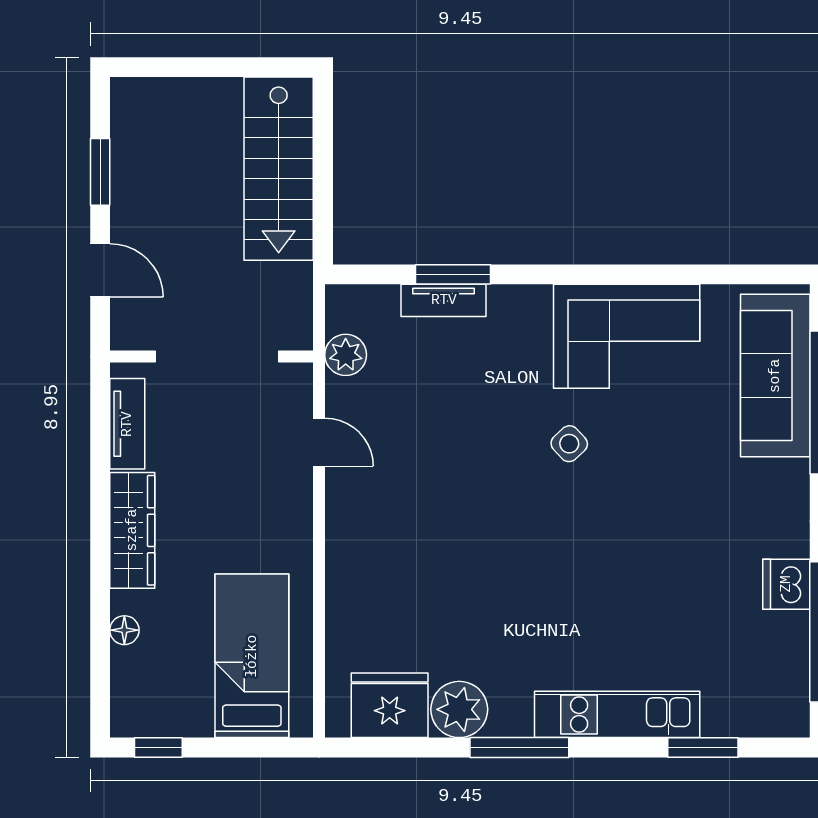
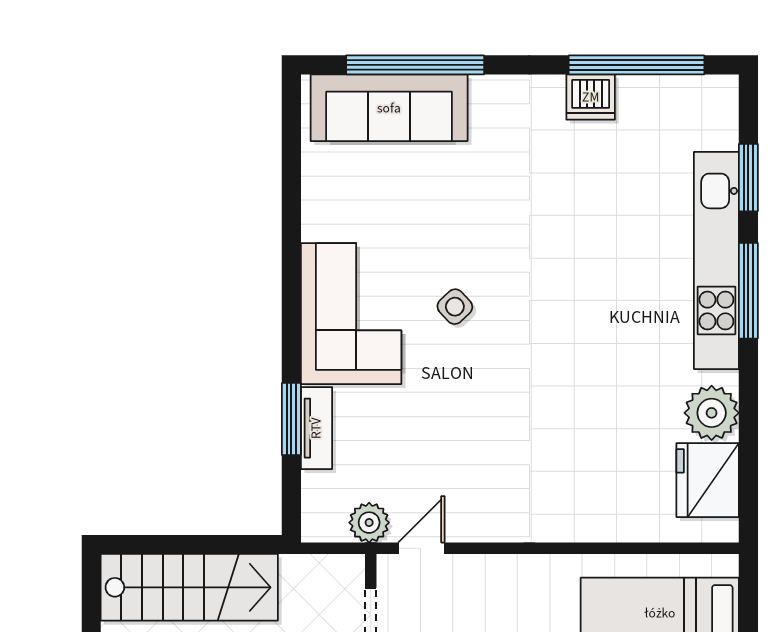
corner sofa: (627, 336) -> (351, 314), moved
door: (319, 442) -> (421, 548), moved
kitchen unit: (617, 714) -> (716, 260), width x1.36
window: (519, 748) -> (748, 291), moved

